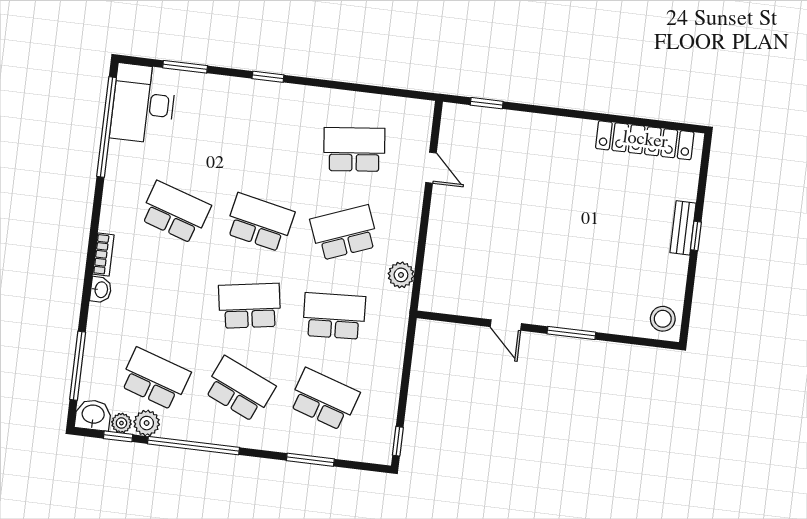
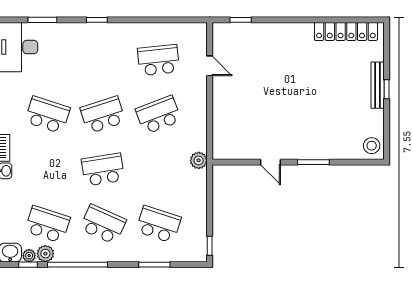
school desk: (260, 222) -> (103, 115), turned -30
bench: (683, 228) -> (378, 85), width x1.36
plant: (401, 275) -> (199, 160), moved
school desk: (334, 316) -> (158, 170), removed

